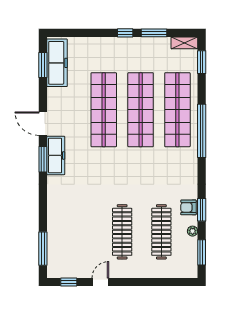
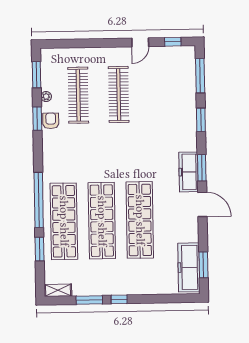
window: (202, 62) -> (39, 249), moved
window: (43, 206) -> (201, 120), added
armchair: (188, 207) -> (51, 121), turned -90

